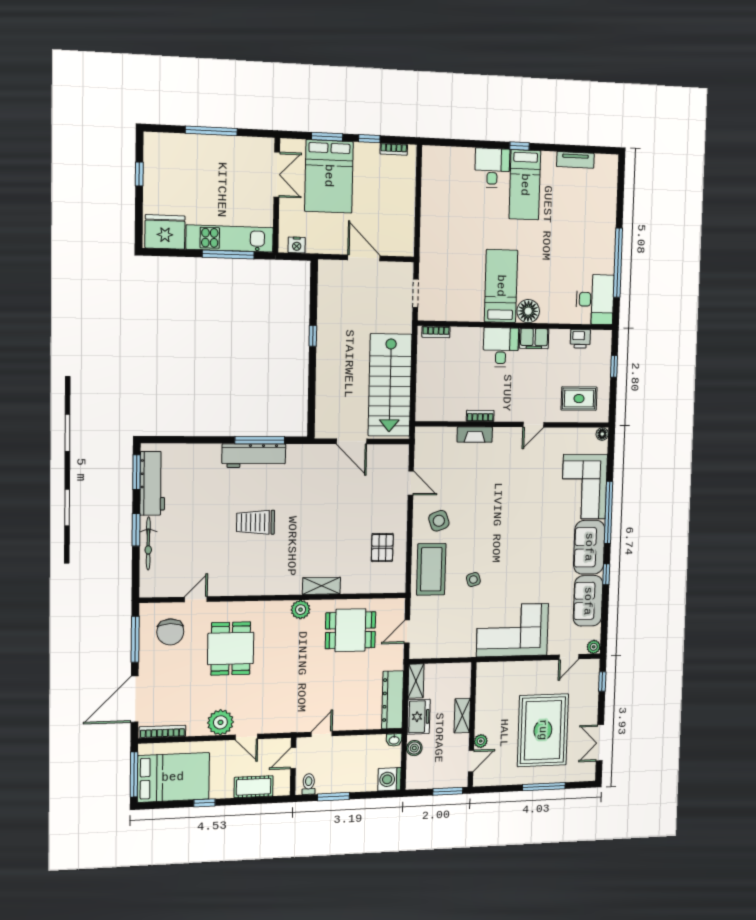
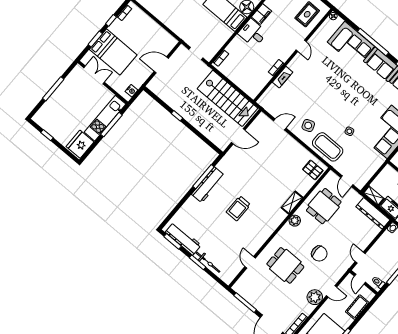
pallet: (382, 547) -> (313, 170), moved
chair: (170, 632) -> (319, 254), moved

